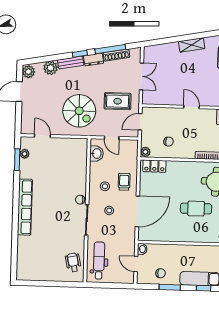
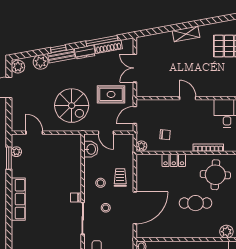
window: (80, 54) -> (58, 49), moved
double door: (141, 76) -> (135, 68), swing flipped
locker: (154, 166) -> (174, 160), moved
row of seats: (25, 207) -> (18, 199), width x0.73

